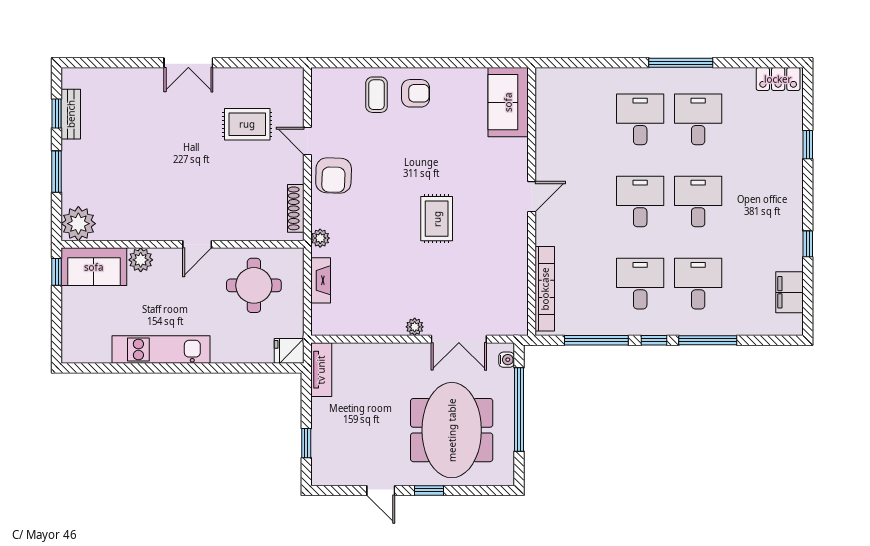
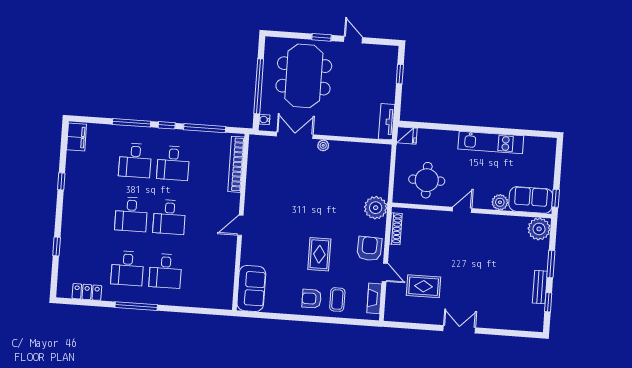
locker: (778, 79) -> (87, 292), moved
bench: (71, 114) -> (540, 287), moved
rug: (437, 219) -> (319, 254), moved
plant: (320, 238) -> (376, 208), width x1.88, depth x1.88
fireplace: (321, 280) -> (374, 298), moved
filing cabinet: (790, 292) -> (77, 137), moved

